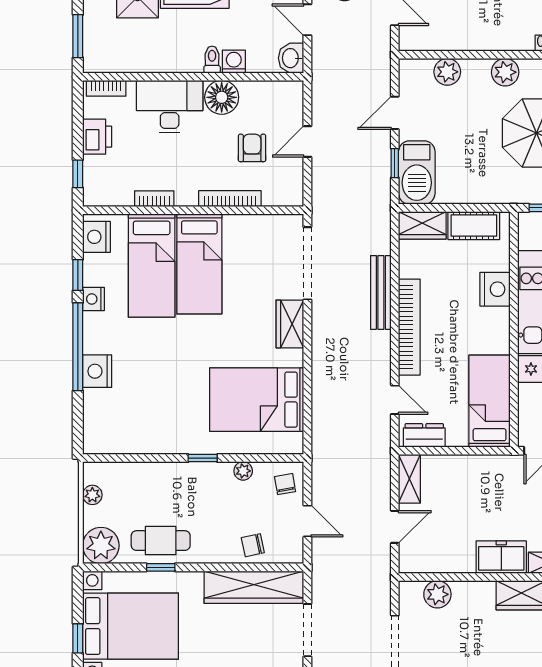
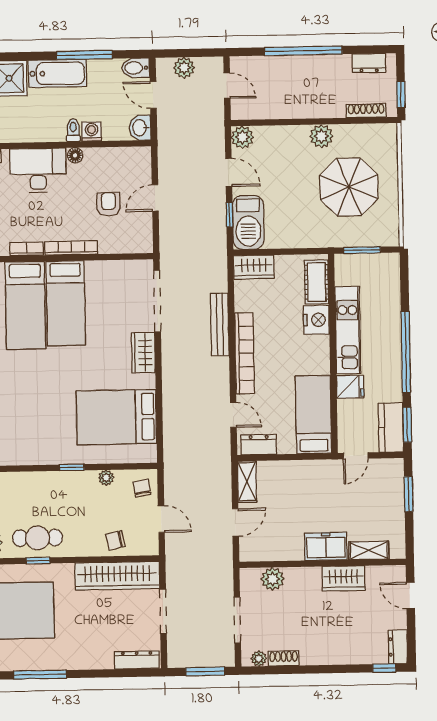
plant: (447, 72) -> (242, 137), moved
floor lamp: (222, 97) -> (75, 155), width x0.53, depth x0.53
door: (395, 113) -> (229, 172), swing flipped
bookcase: (230, 199) -> (71, 248), moved
cot: (474, 226) -> (317, 282), moved, turned 90

